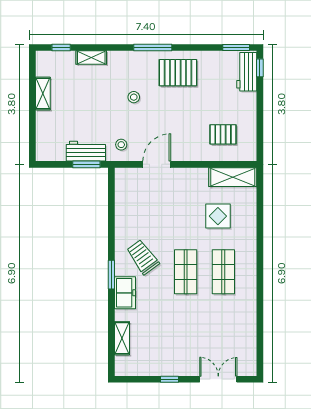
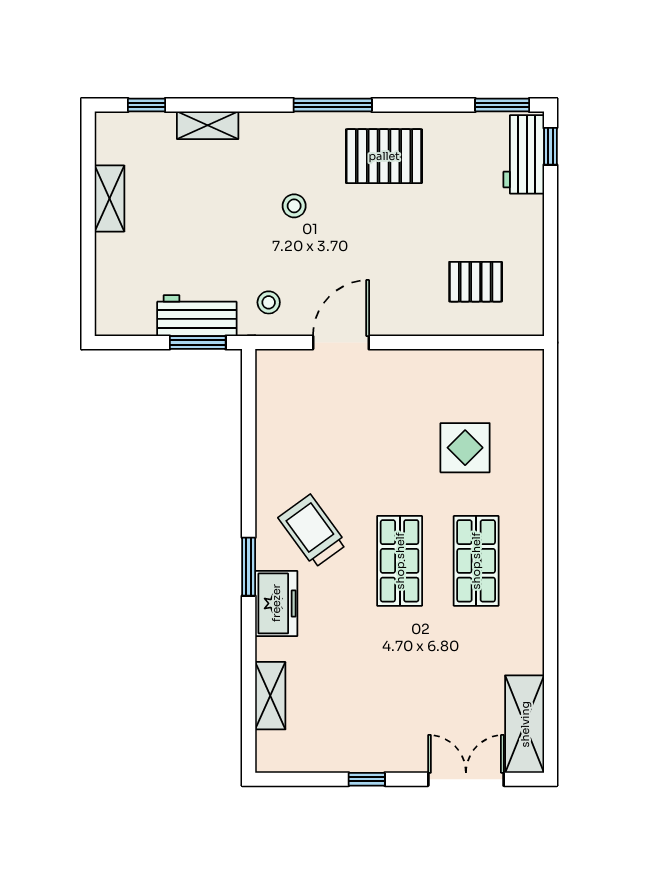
shelving: (233, 177) -> (525, 724), moved, turned 90

